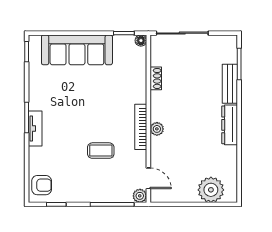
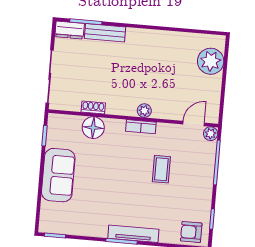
floor lamp: (141, 41) -> (93, 128), moved, width x1.89, depth x1.89
sofa: (77, 50) -> (58, 175), width x0.73
dresser: (230, 125) -> (70, 30), moved, width x0.70
bookcase: (141, 127) -> (141, 127), width x0.64
tv unit: (35, 128) -> (133, 234), width x1.41
armchair: (42, 185) -> (191, 232), turned -90

